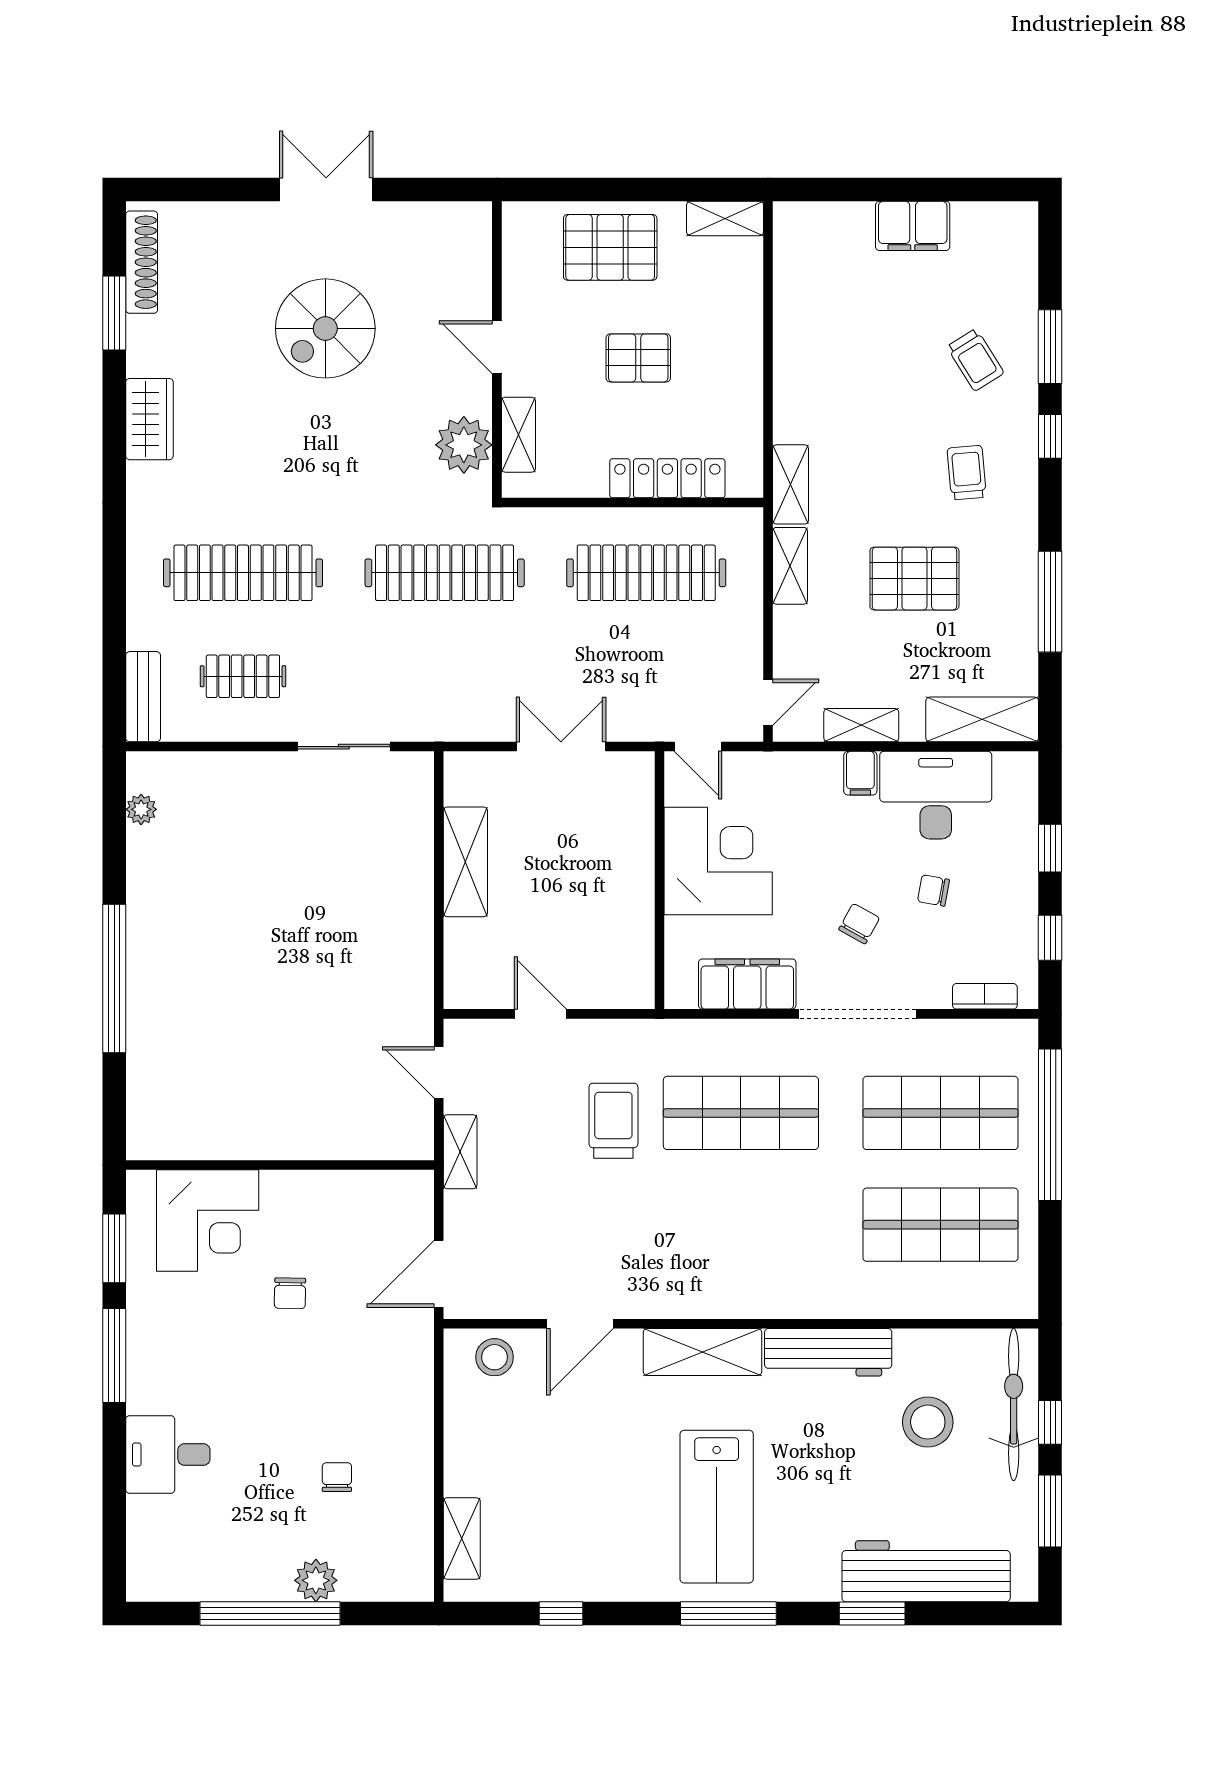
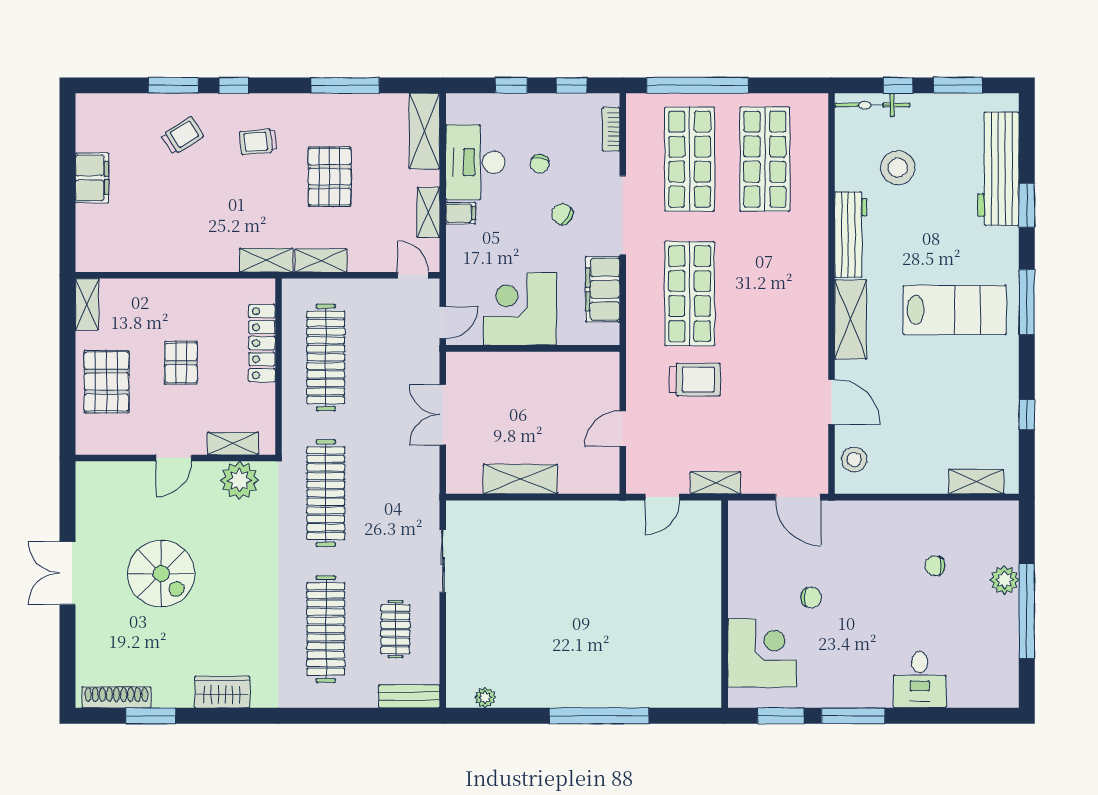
trolley: (613, 1121) -> (695, 379), turned 180
bicycle: (1014, 1405) -> (872, 105), width x0.73, depth x0.71

